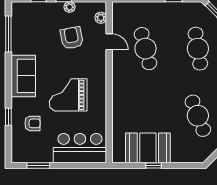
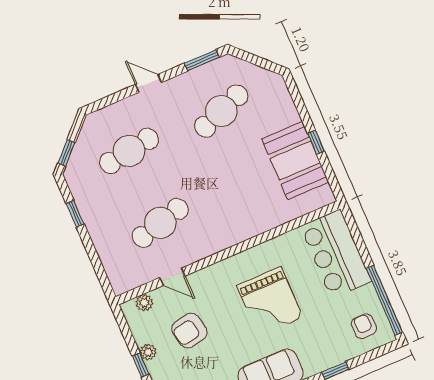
door: (109, 42) -> (172, 277), swing flipped
armchair: (32, 123) -> (364, 326), moved
window: (38, 165) -> (384, 300), width x2.11

